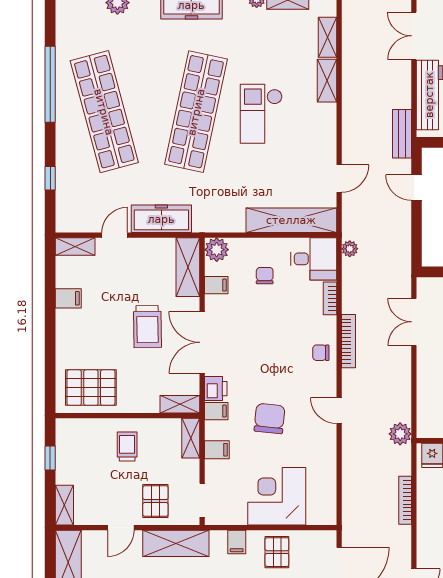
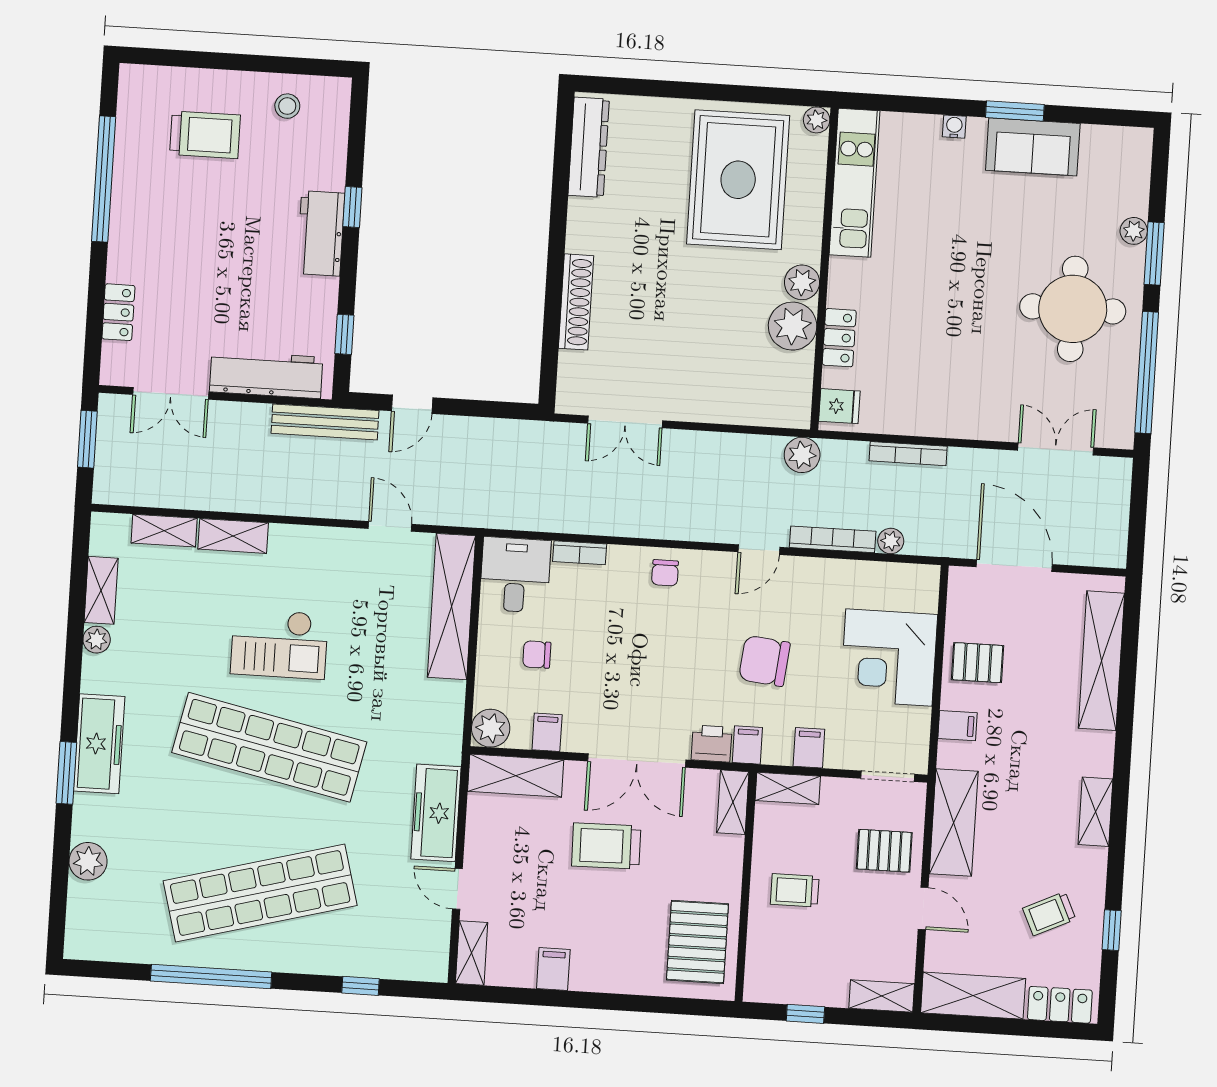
bench: (402, 134) -> (325, 422), width x1.36
plant: (350, 249) -> (891, 541), moved
trolley: (147, 327) -> (606, 846), turned 180
bookcase: (348, 341) -> (833, 539), moved

